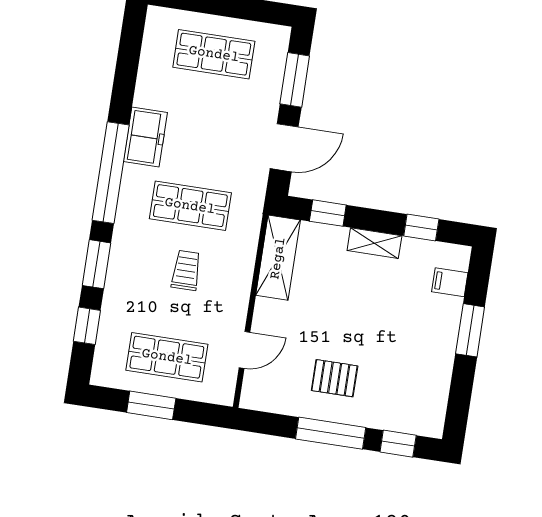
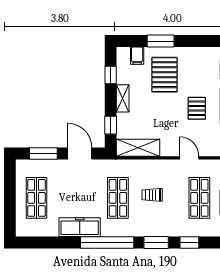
freezer: (145, 137) -> (80, 227), width x1.40
pallet: (406, 328) -> (165, 75), added

